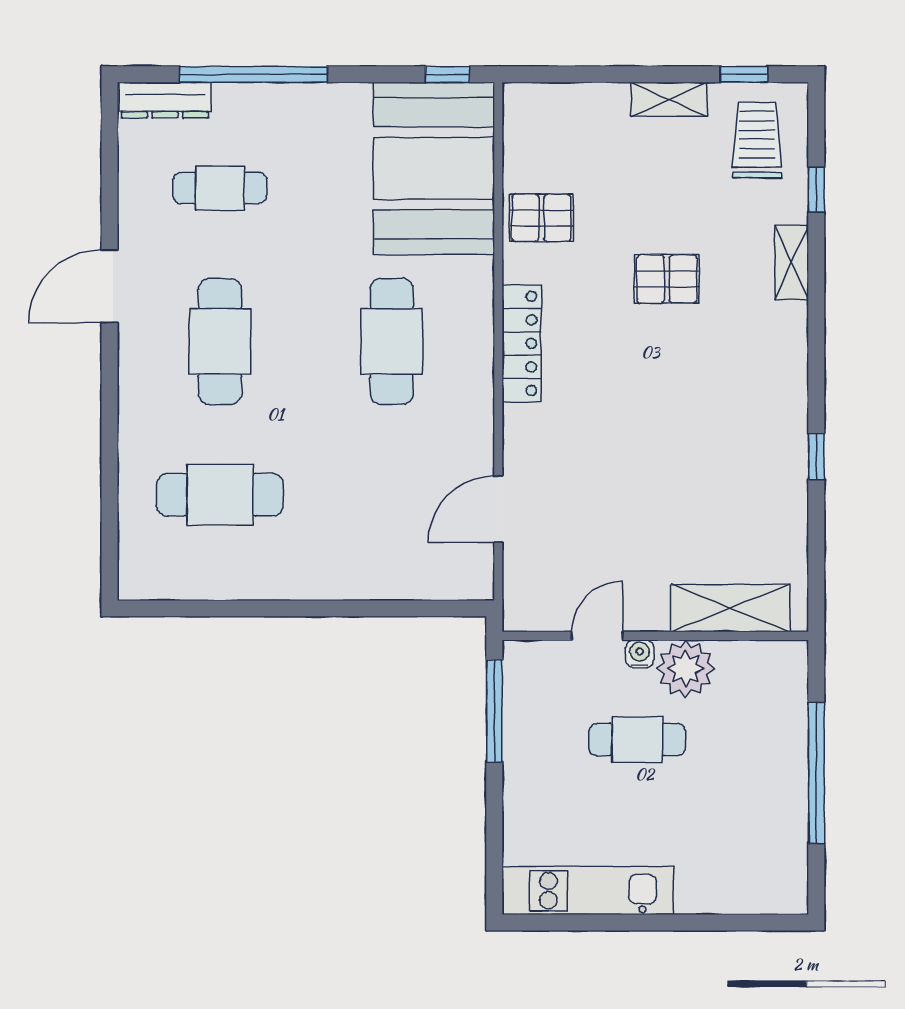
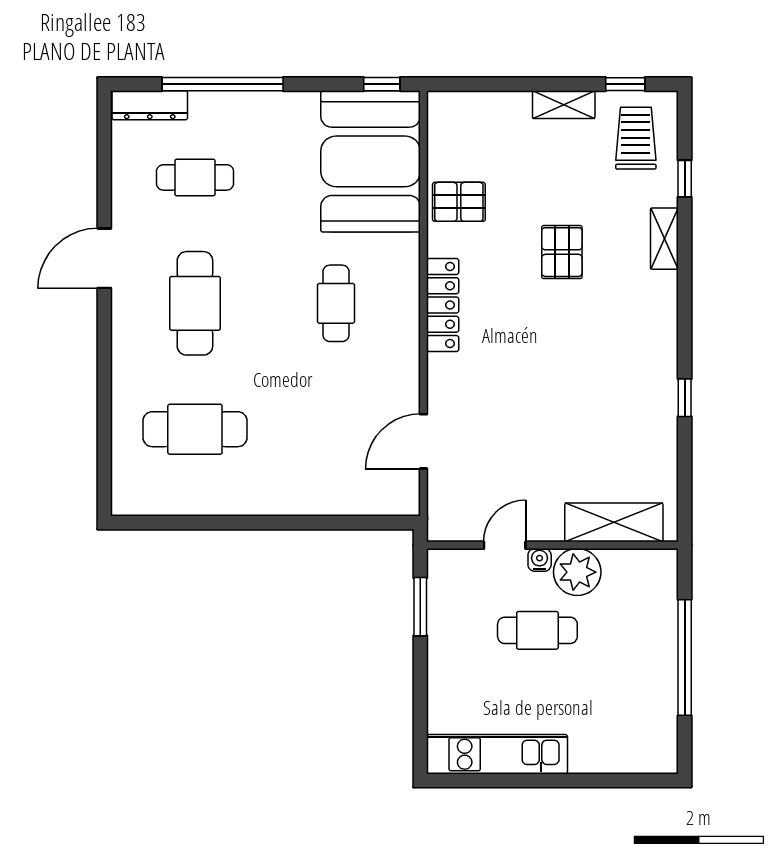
pallet: (667, 279) -> (562, 252), turned 90
cafe table: (392, 341) -> (336, 303), width x0.73, depth x0.74
window: (494, 711) -> (420, 607), width x0.69

